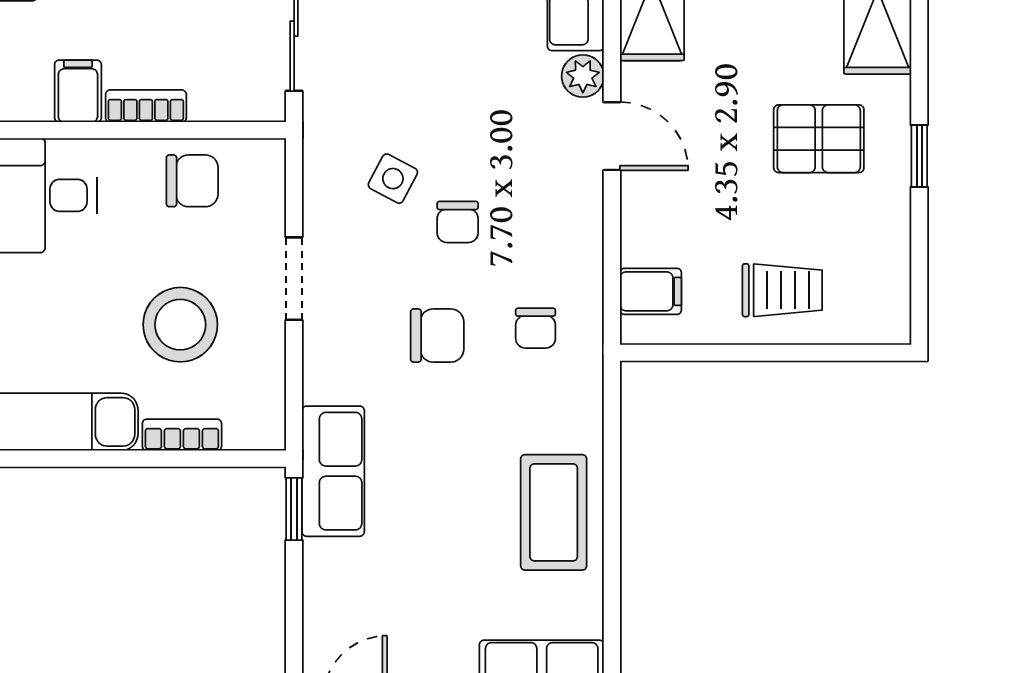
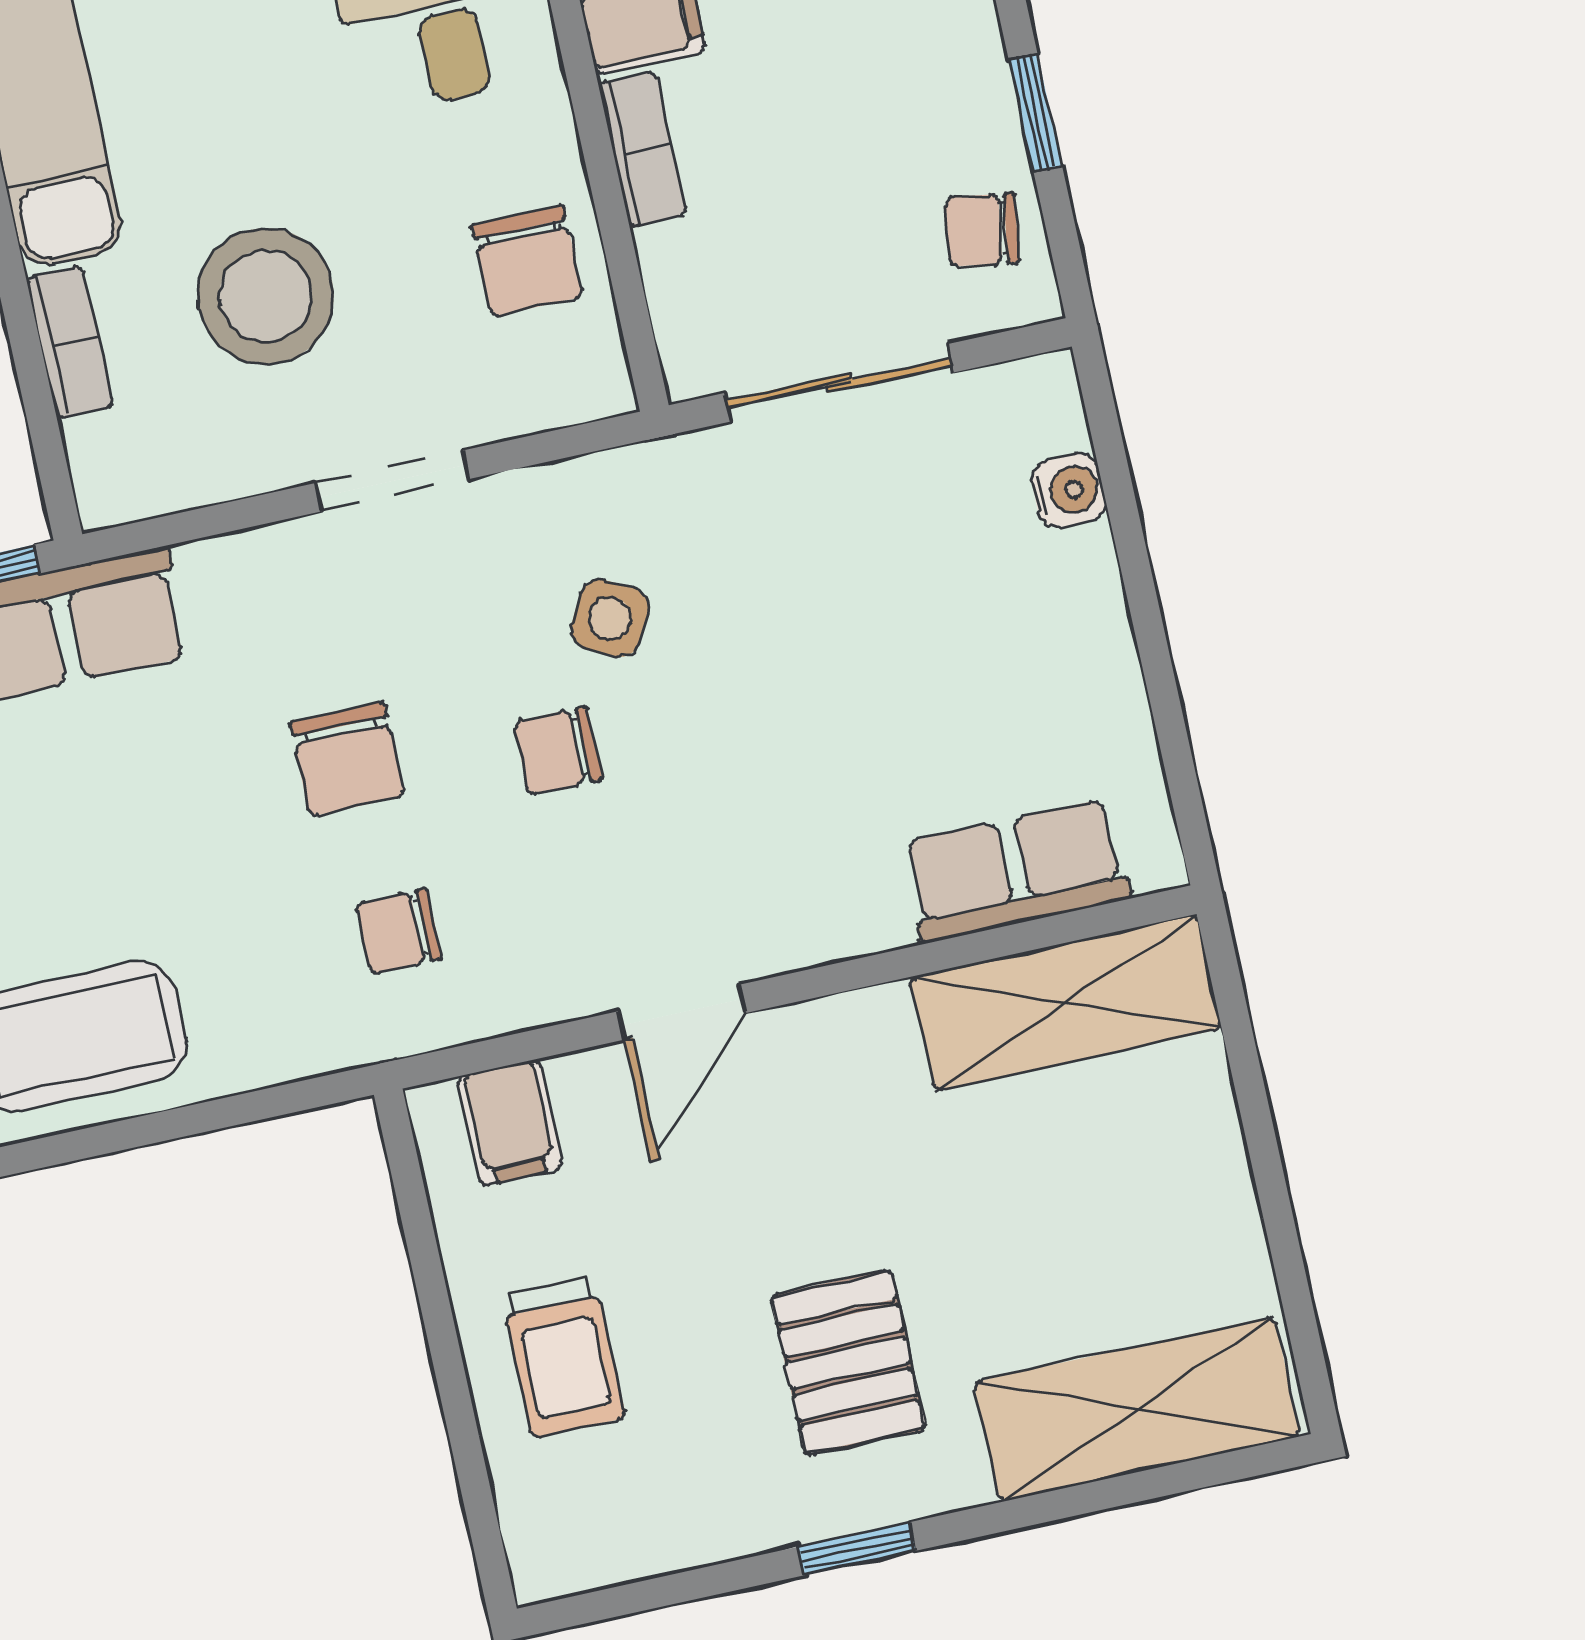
plant: (583, 76) -> (867, 917), removed
door: (612, 136) -> (682, 1012), moved

